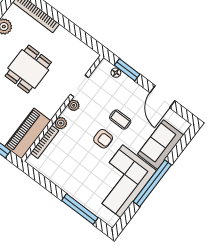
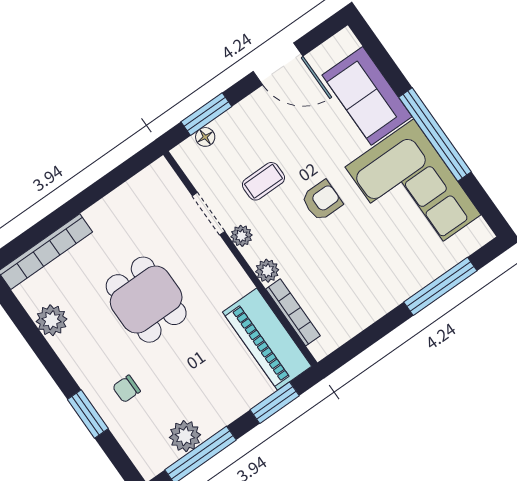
coffee table: (120, 120) -> (263, 181), moved

